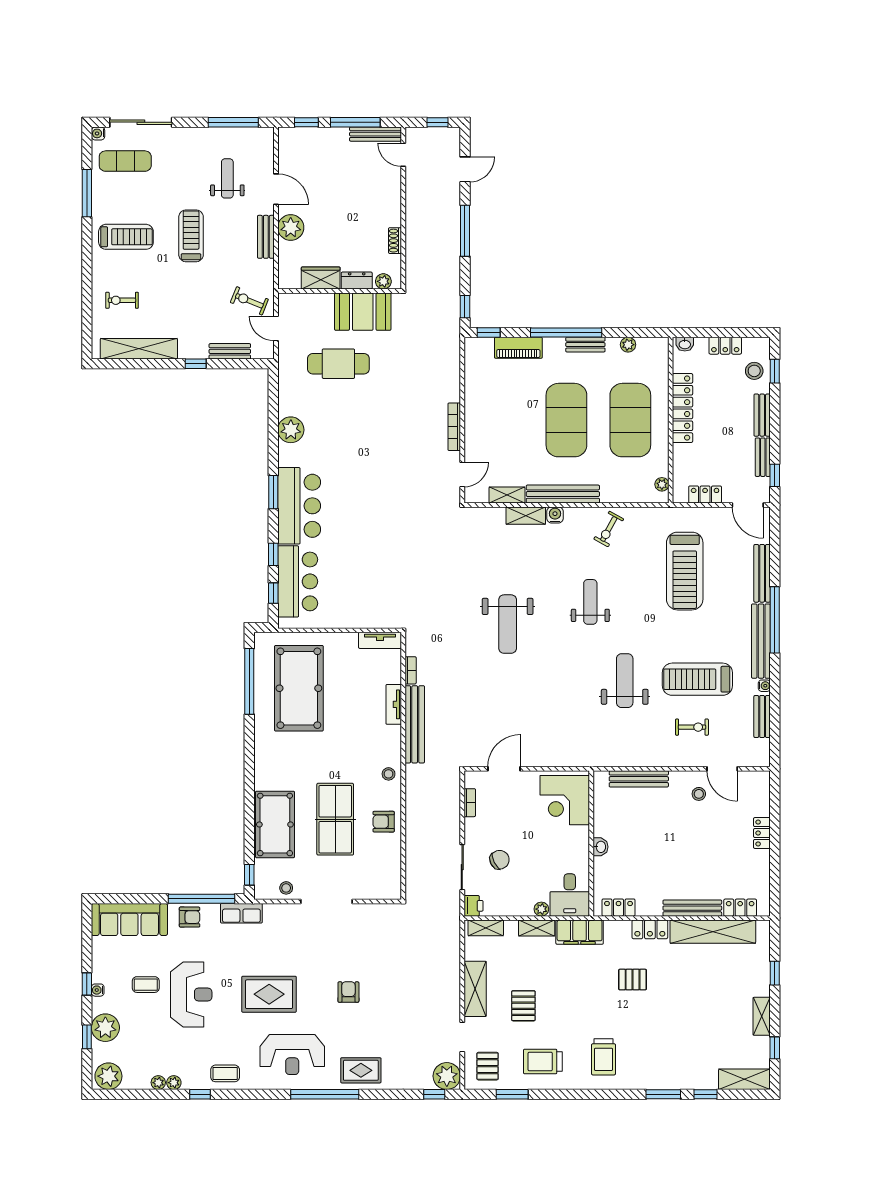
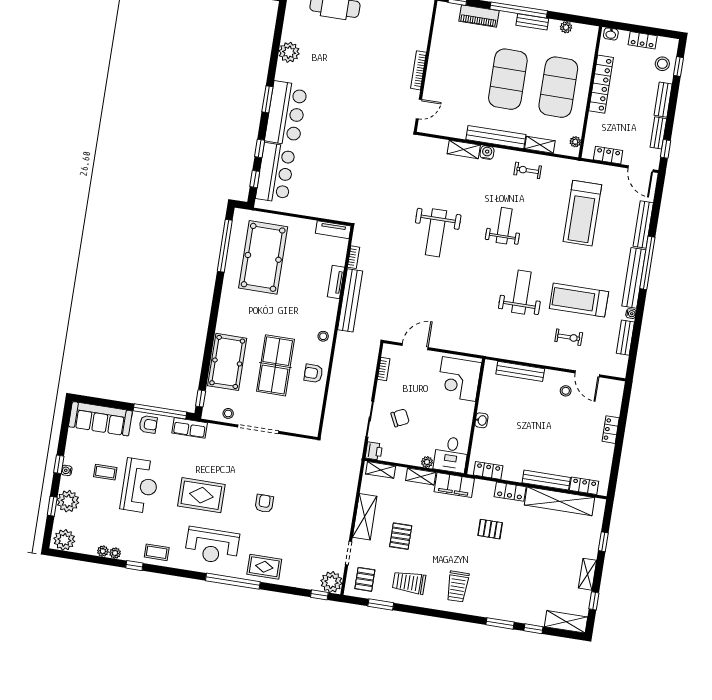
shelving: (507, 495) -> (540, 145), moved
exercise bike: (609, 529) -> (528, 170), turned 61

